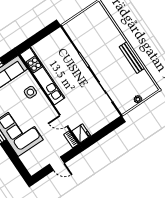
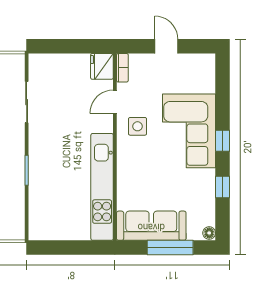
side table: (30, 92) -> (138, 126), moved
door: (64, 121) -> (115, 102), swing flipped

